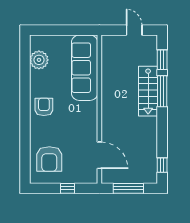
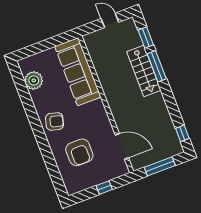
armchair: (44, 107) -> (54, 121), turned 105
armchair: (49, 159) -> (79, 152), moved

